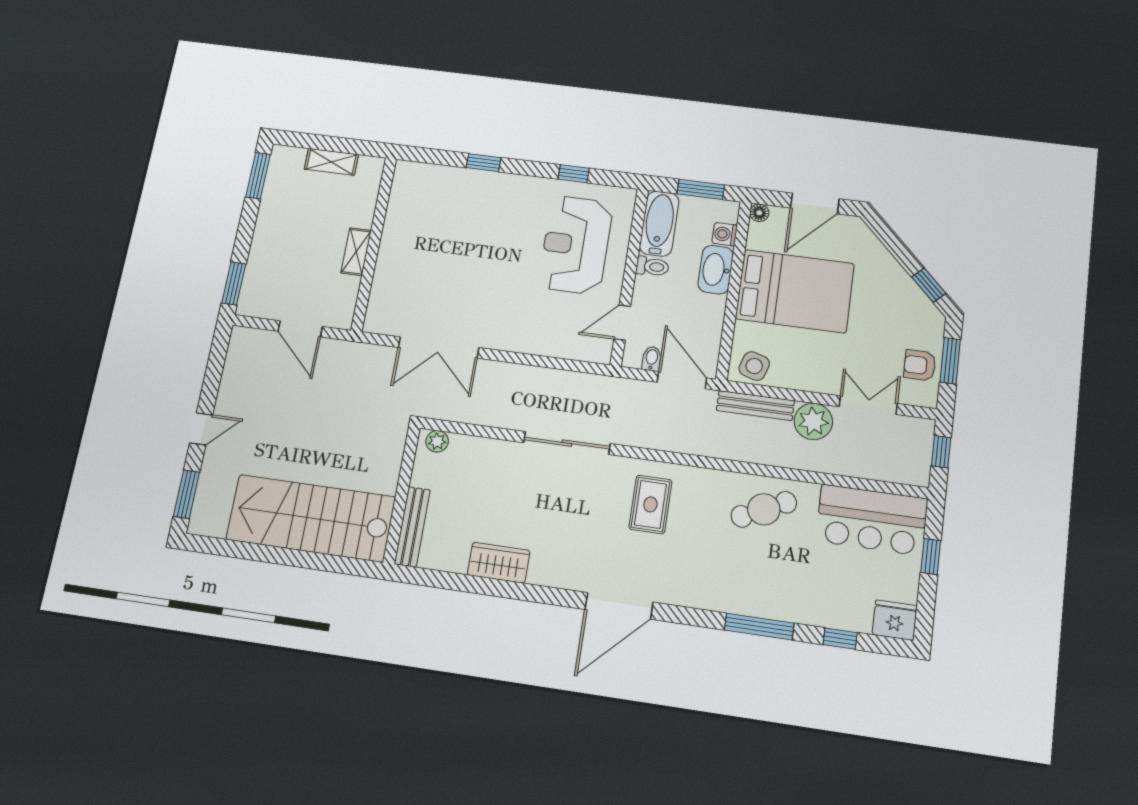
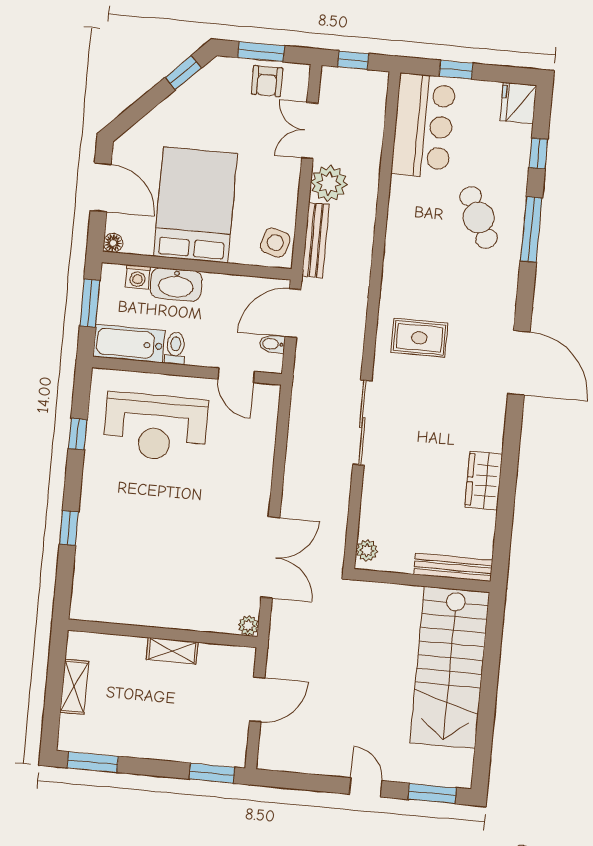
plant: (373, 324) -> (248, 626), added
cafe table: (764, 509) -> (479, 217), moved

